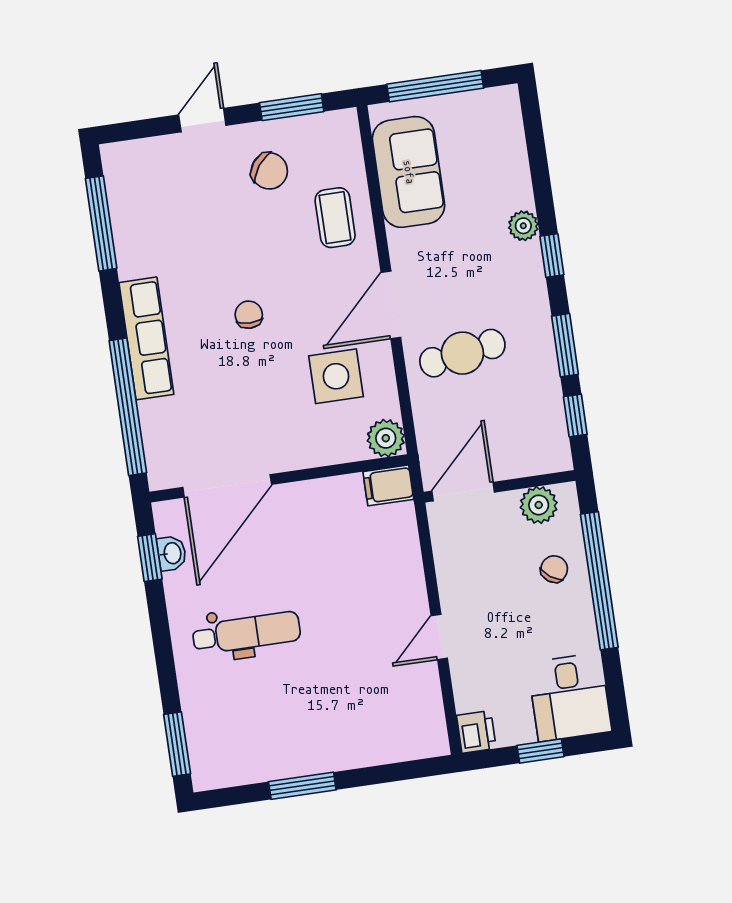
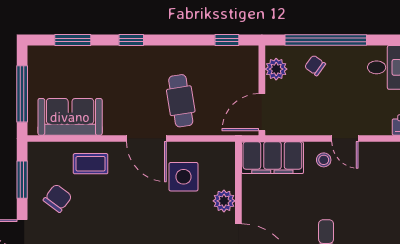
plant: (523, 226) -> (111, 54), removed
chair: (249, 315) -> (140, 223), removed
window: (565, 345) -> (73, 40), moved
plant: (386, 438) -> (224, 201), moved
filing cabinet: (388, 485) -> (272, 158), width x3.00, depth x1.17
door: (463, 492) -> (262, 112), hinge flipped
stool: (398, 607) -> (324, 160), added

